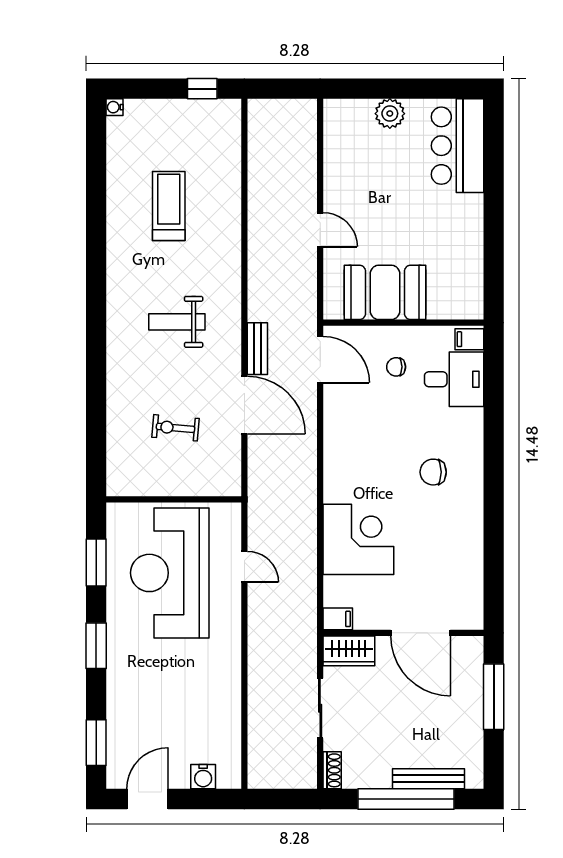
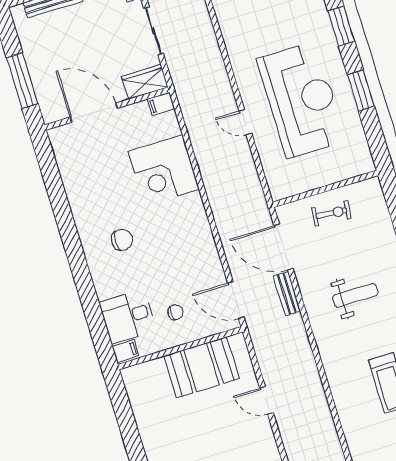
wall: (174, 499) -> (325, 189), moved

